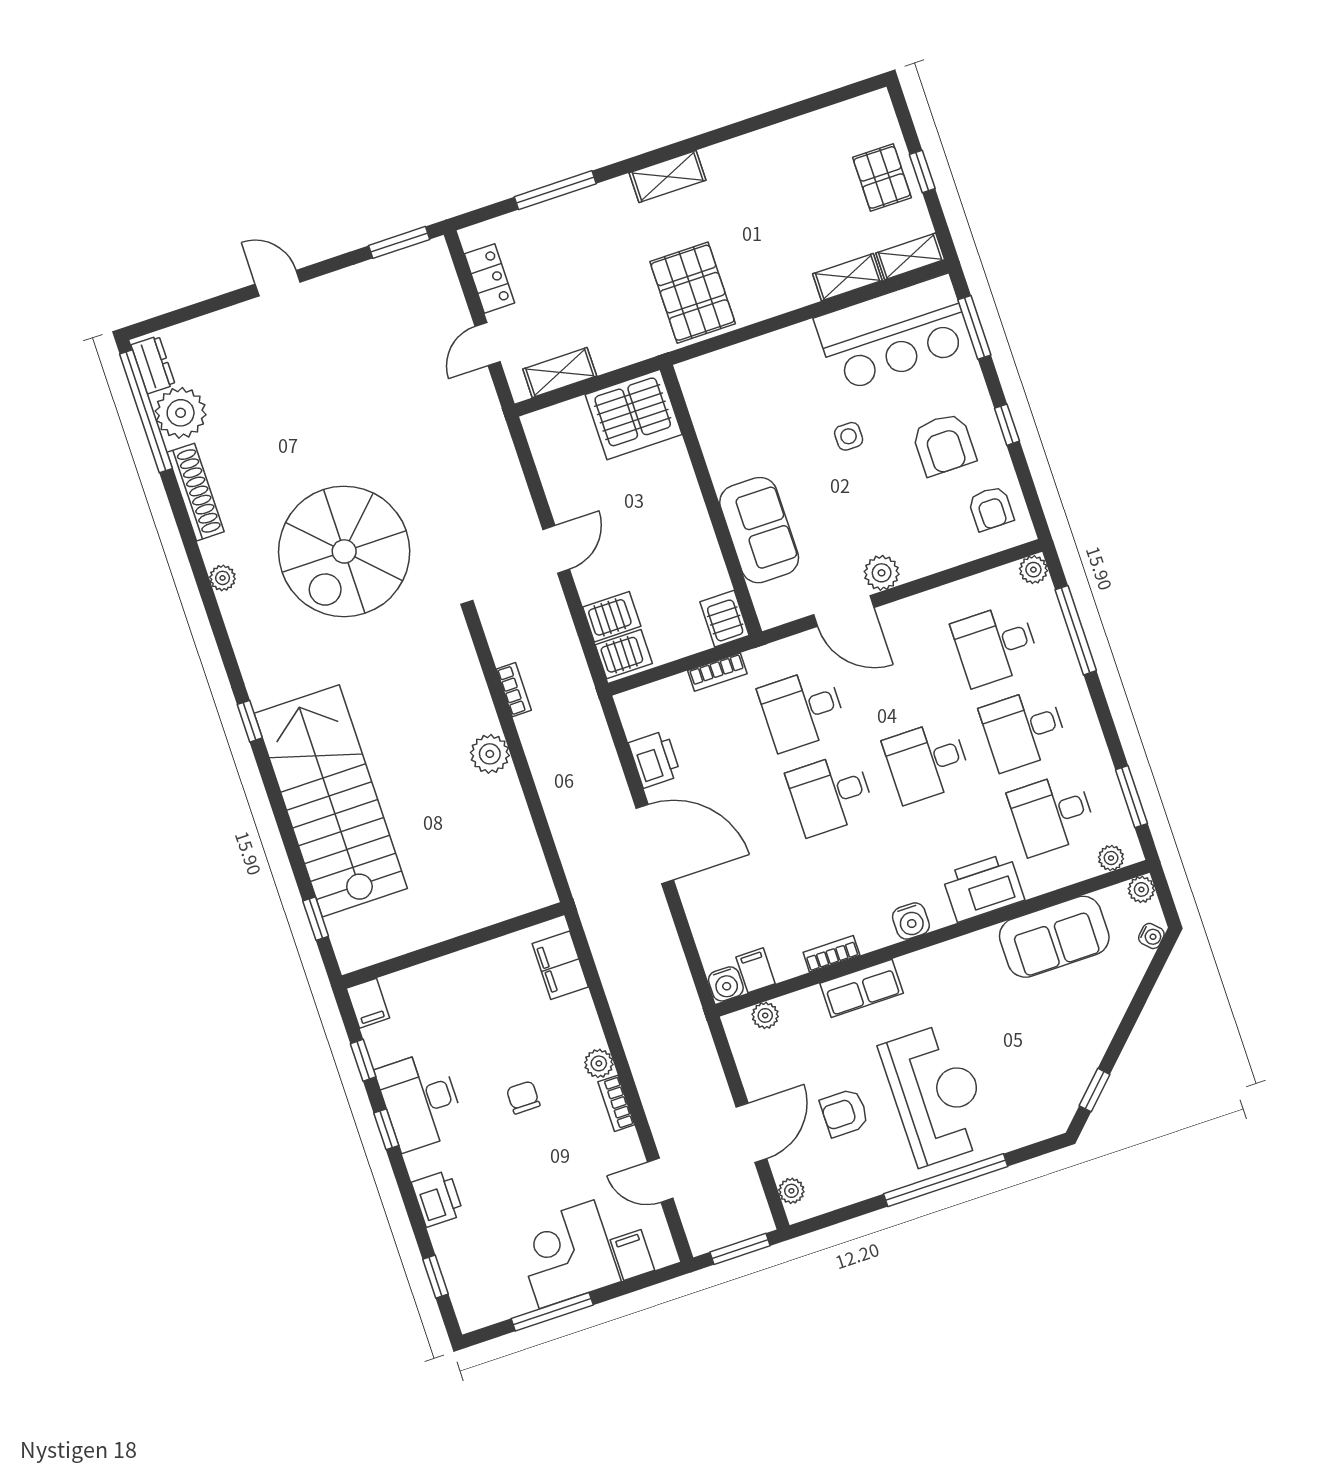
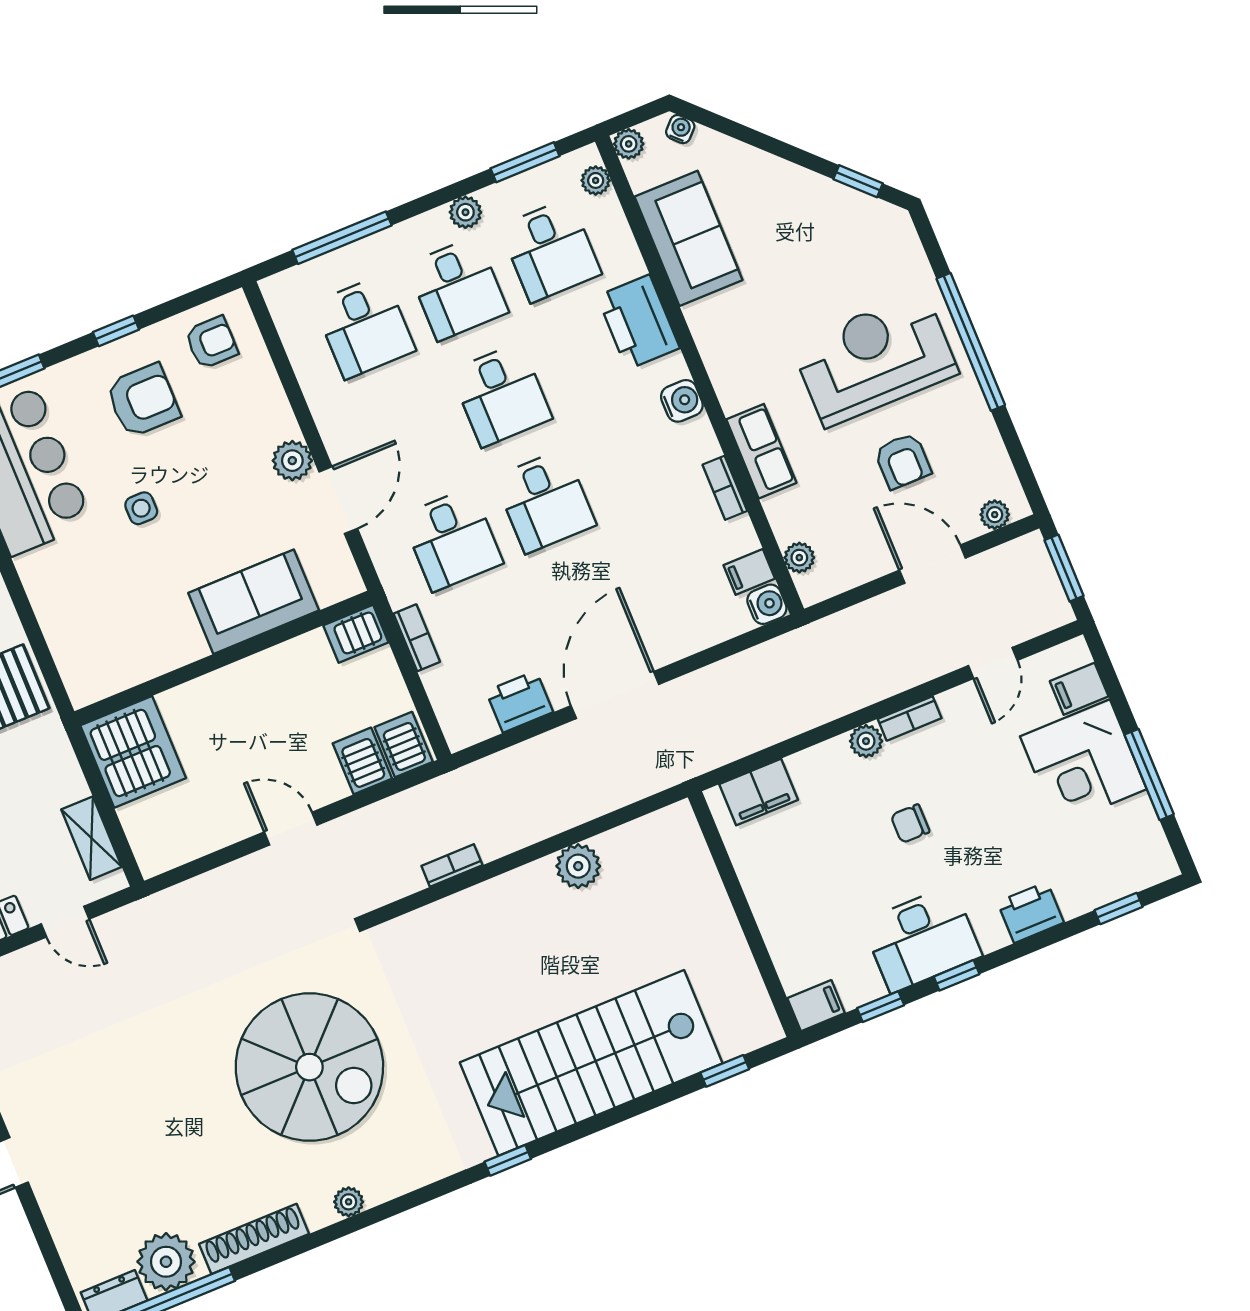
plant: (1033, 570) -> (465, 212), moved
plant: (490, 754) -> (578, 866), moved

